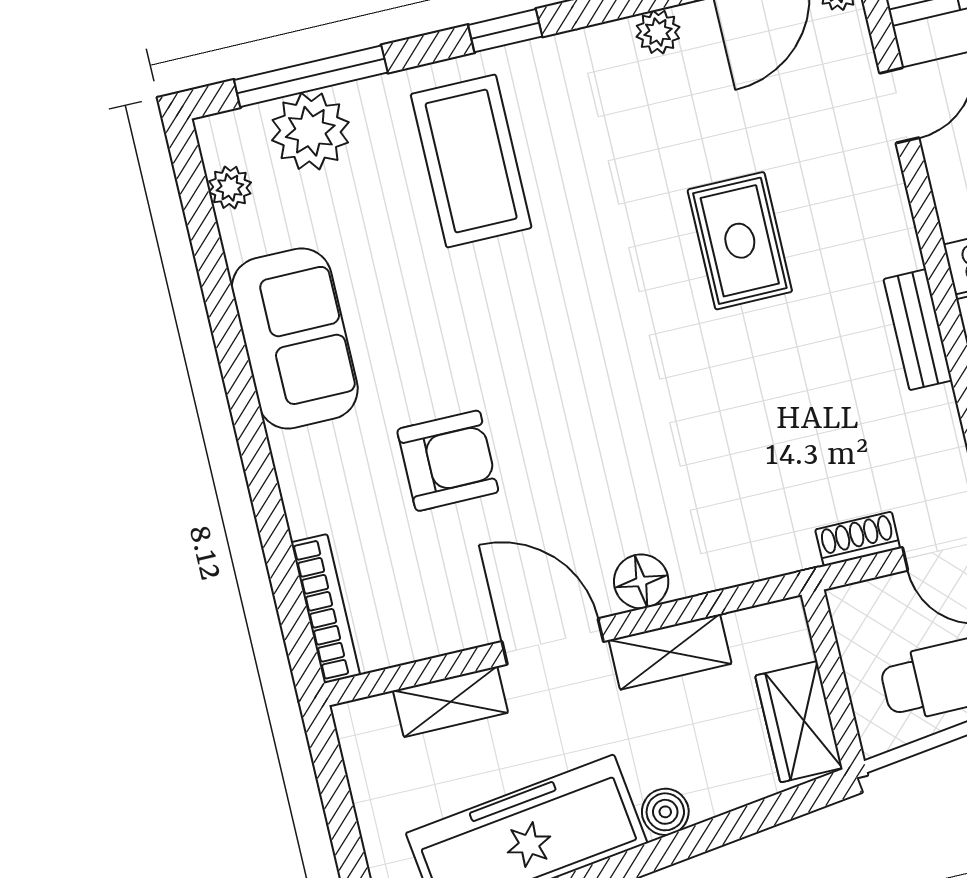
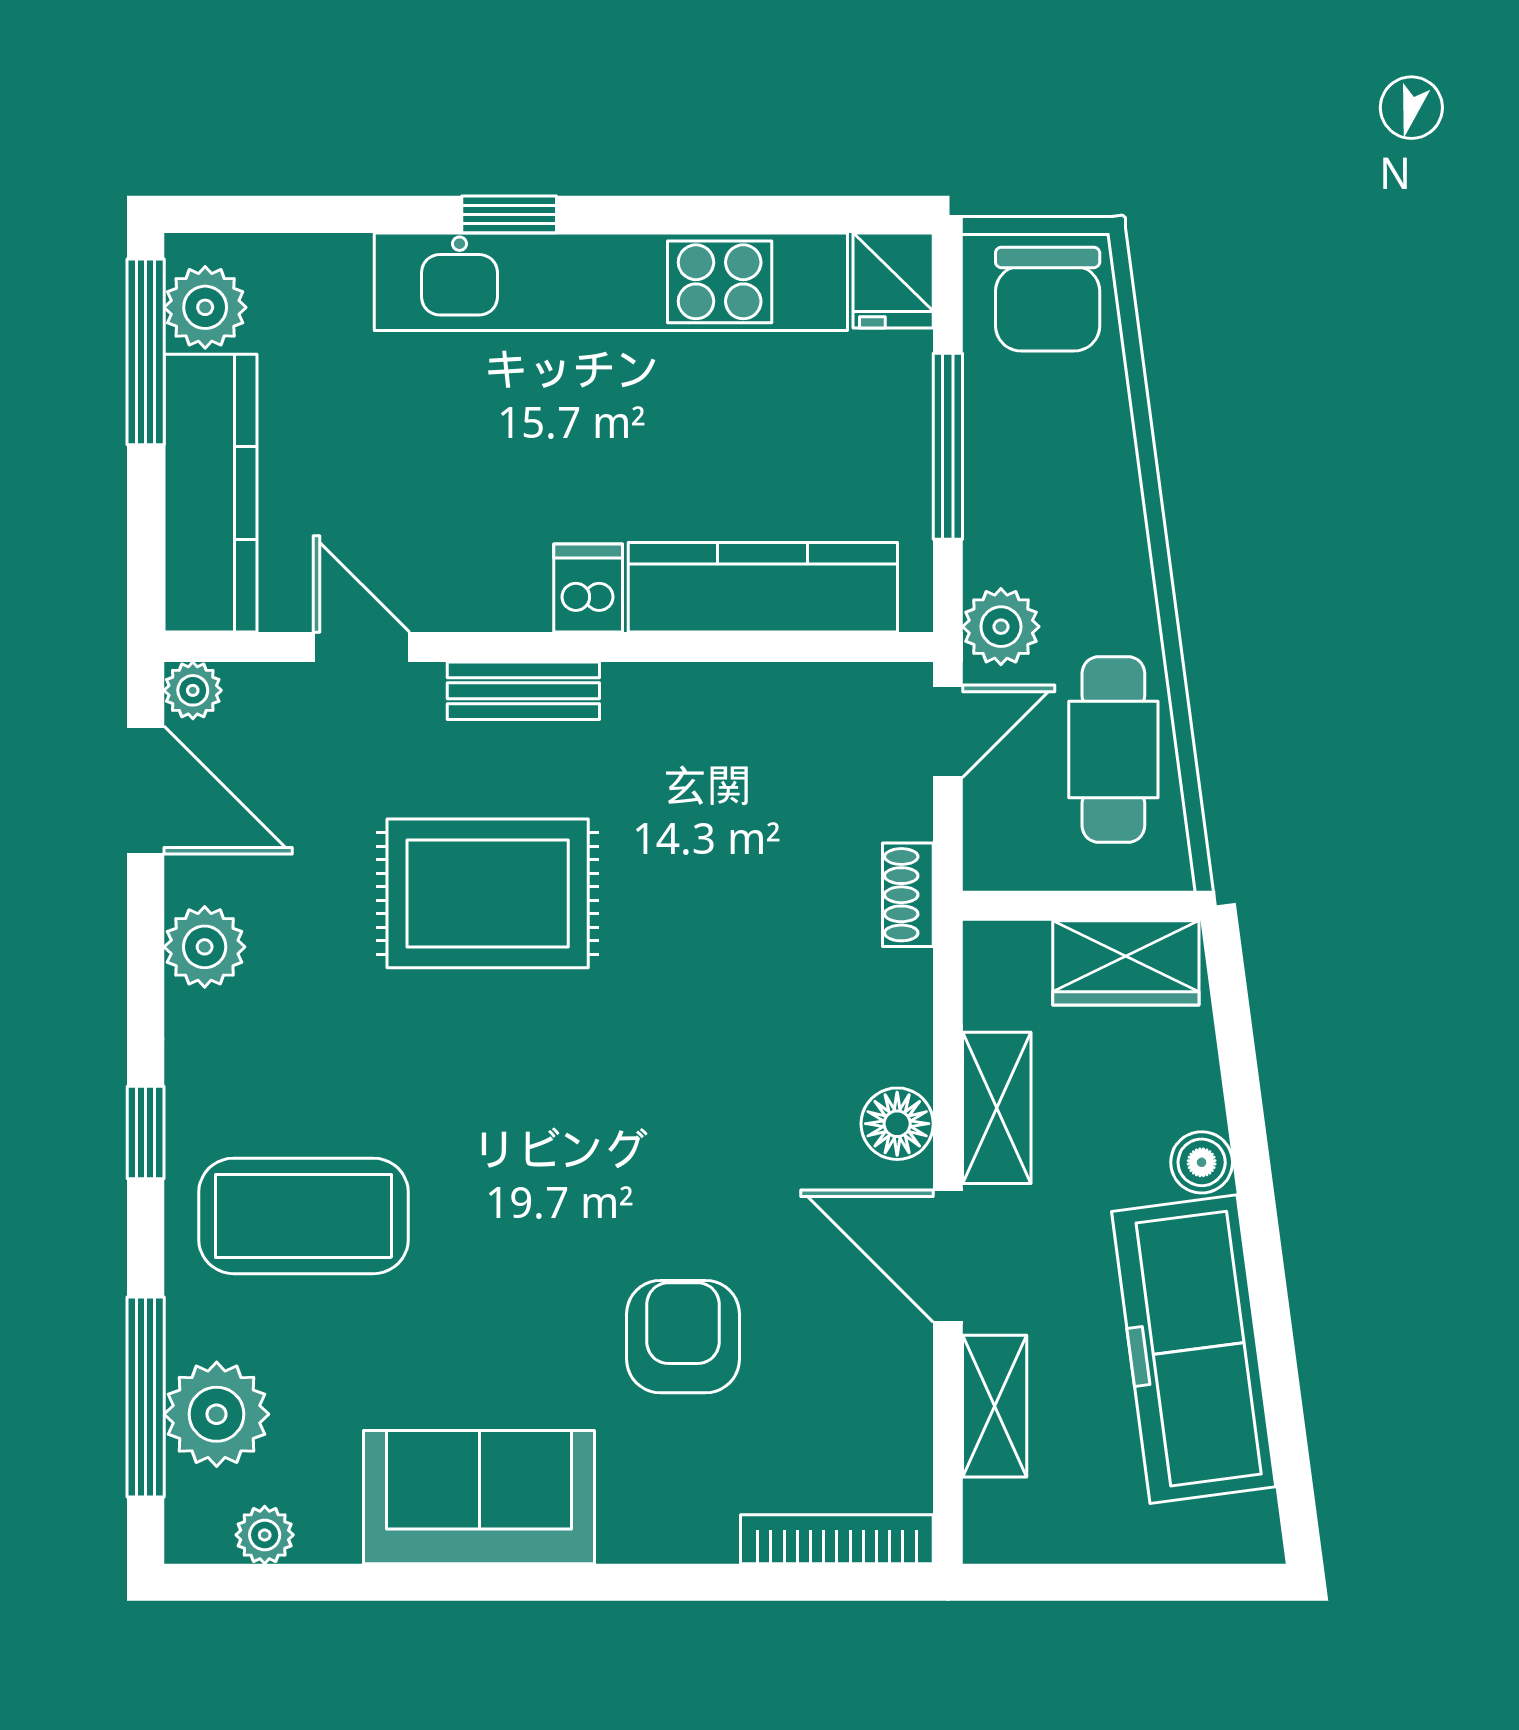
plant: (658, 32) -> (205, 947), width x1.38, depth x1.38
rug: (740, 241) -> (488, 893), width x1.36, depth x1.43
bench: (918, 330) -> (523, 691), moved
shoe rack: (858, 539) -> (908, 895), moved
door: (553, 642) -> (948, 1256), hinge flipped

